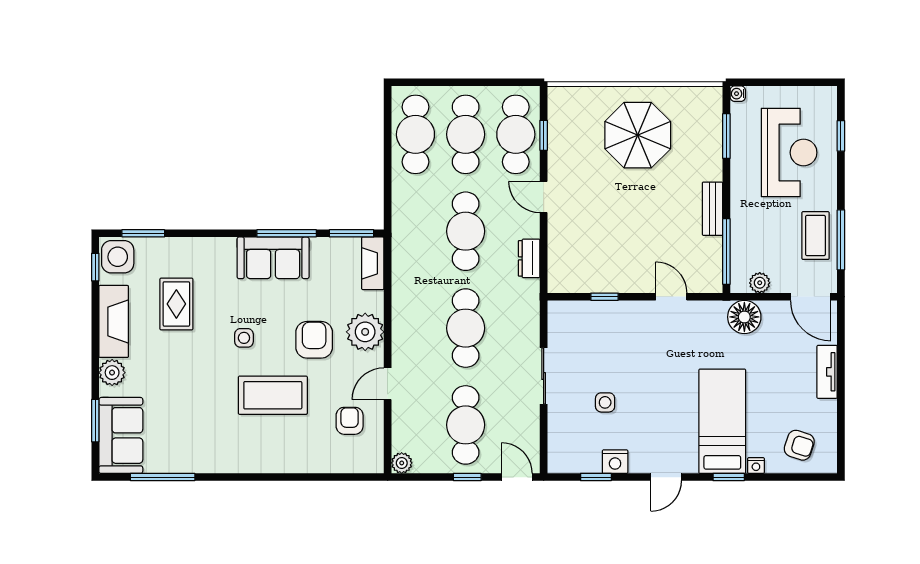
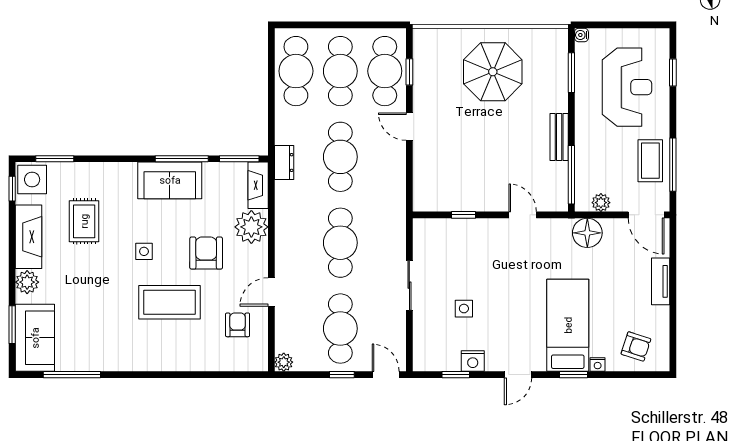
dresser: (529, 258) -> (284, 163), moved, turned 180
plant: (365, 332) -> (251, 227), moved

